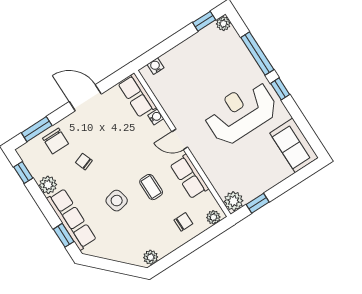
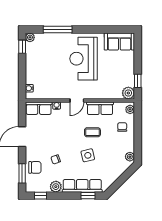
window: (280, 89) -> (84, 29), removed

